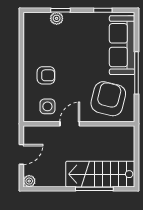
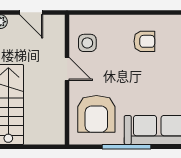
armchair: (46, 75) -> (144, 41), moved, turned -90
armchair: (108, 99) -> (96, 114), turned 76

